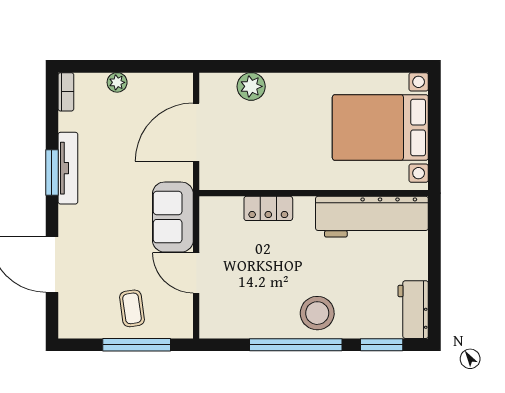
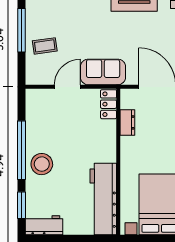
dresser: (252, 179) -> (127, 122), added
locker: (268, 208) -> (109, 104), moved
window: (137, 345) -> (22, 30), moved

